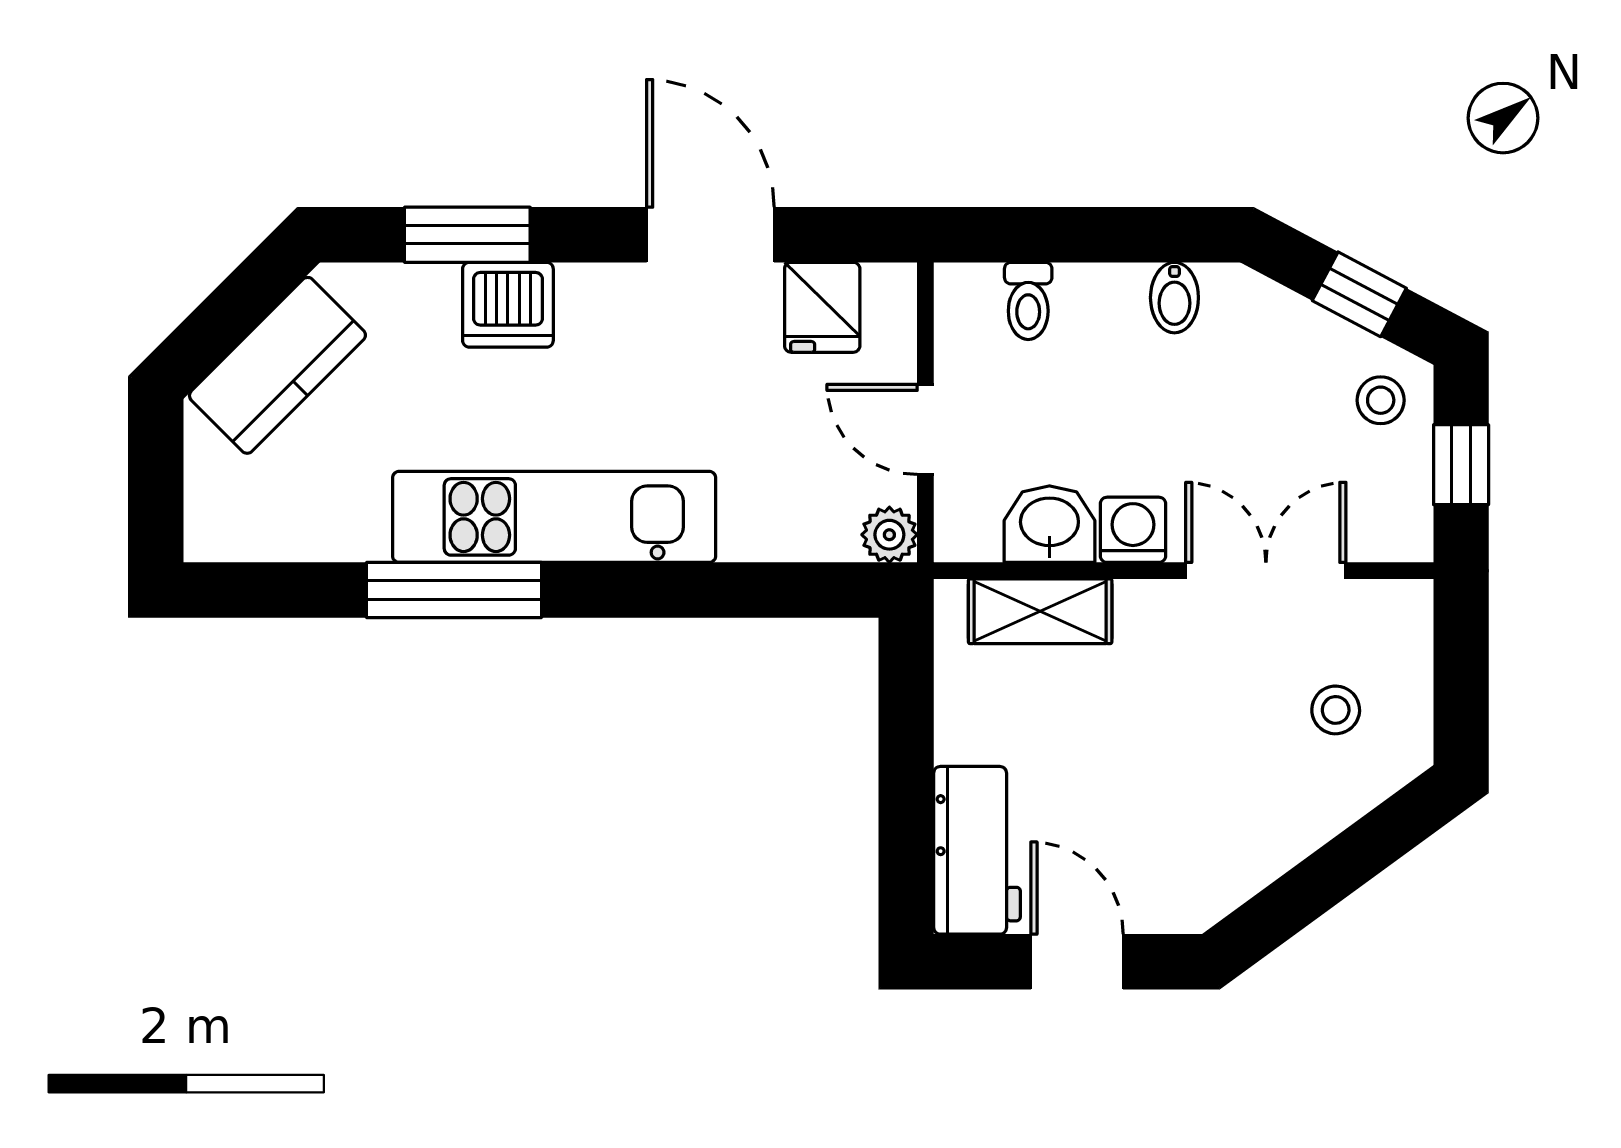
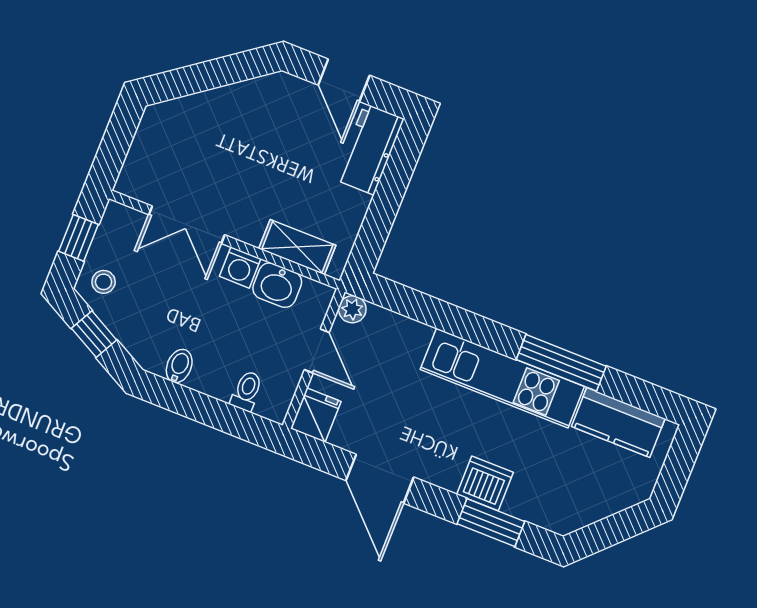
fridge: (822, 307) -> (316, 415), moved
kitchen counter: (277, 365) -> (618, 423), moved, turned -135
stool: (1336, 710) -> (180, 148), removed

